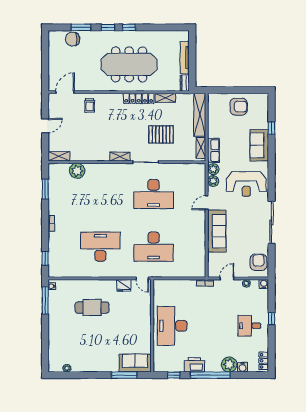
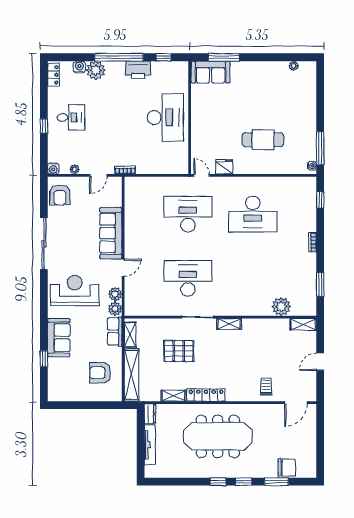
armchair: (239, 107) -> (100, 373), moved

